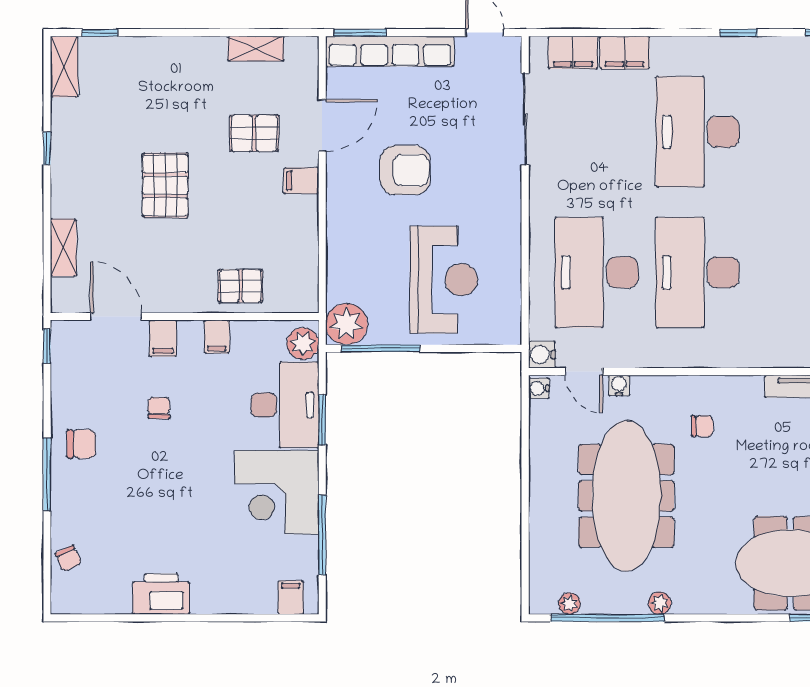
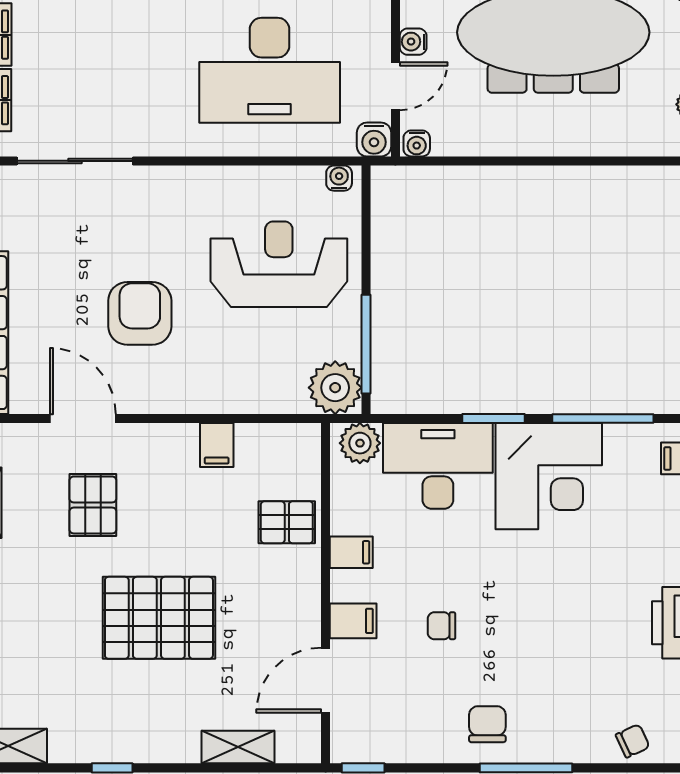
filing cabinet: (301, 181) -> (217, 445), moved
pallet: (165, 185) -> (159, 618), width x1.37, depth x1.41
pallet: (240, 286) -> (287, 522), turned 90
water cooler: (512, 327) -> (339, 178), added
window: (322, 420) -> (494, 418), moved

